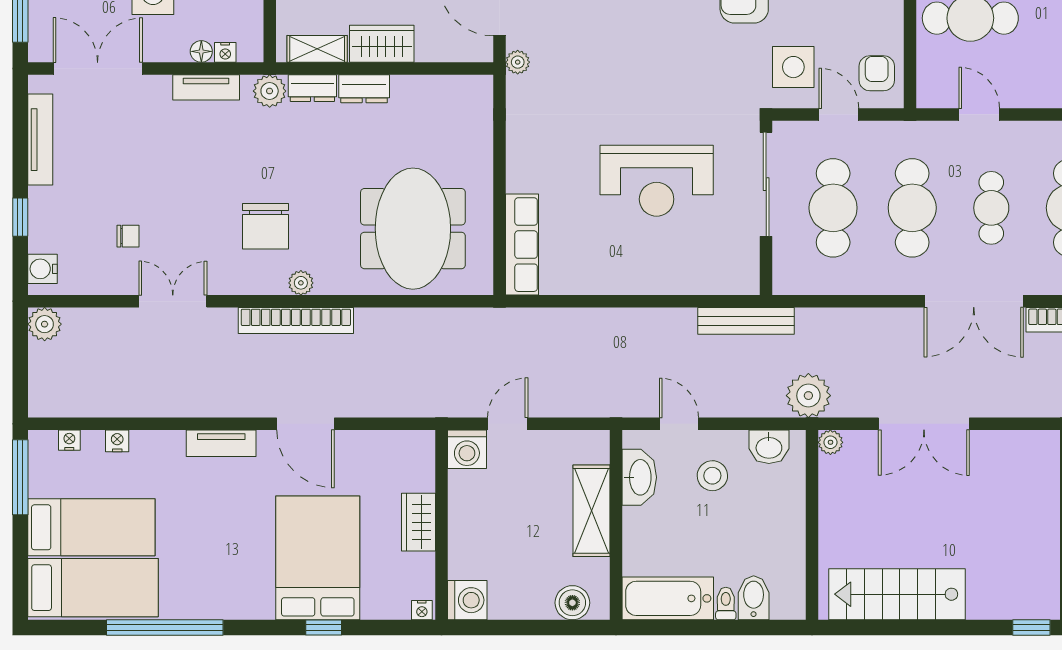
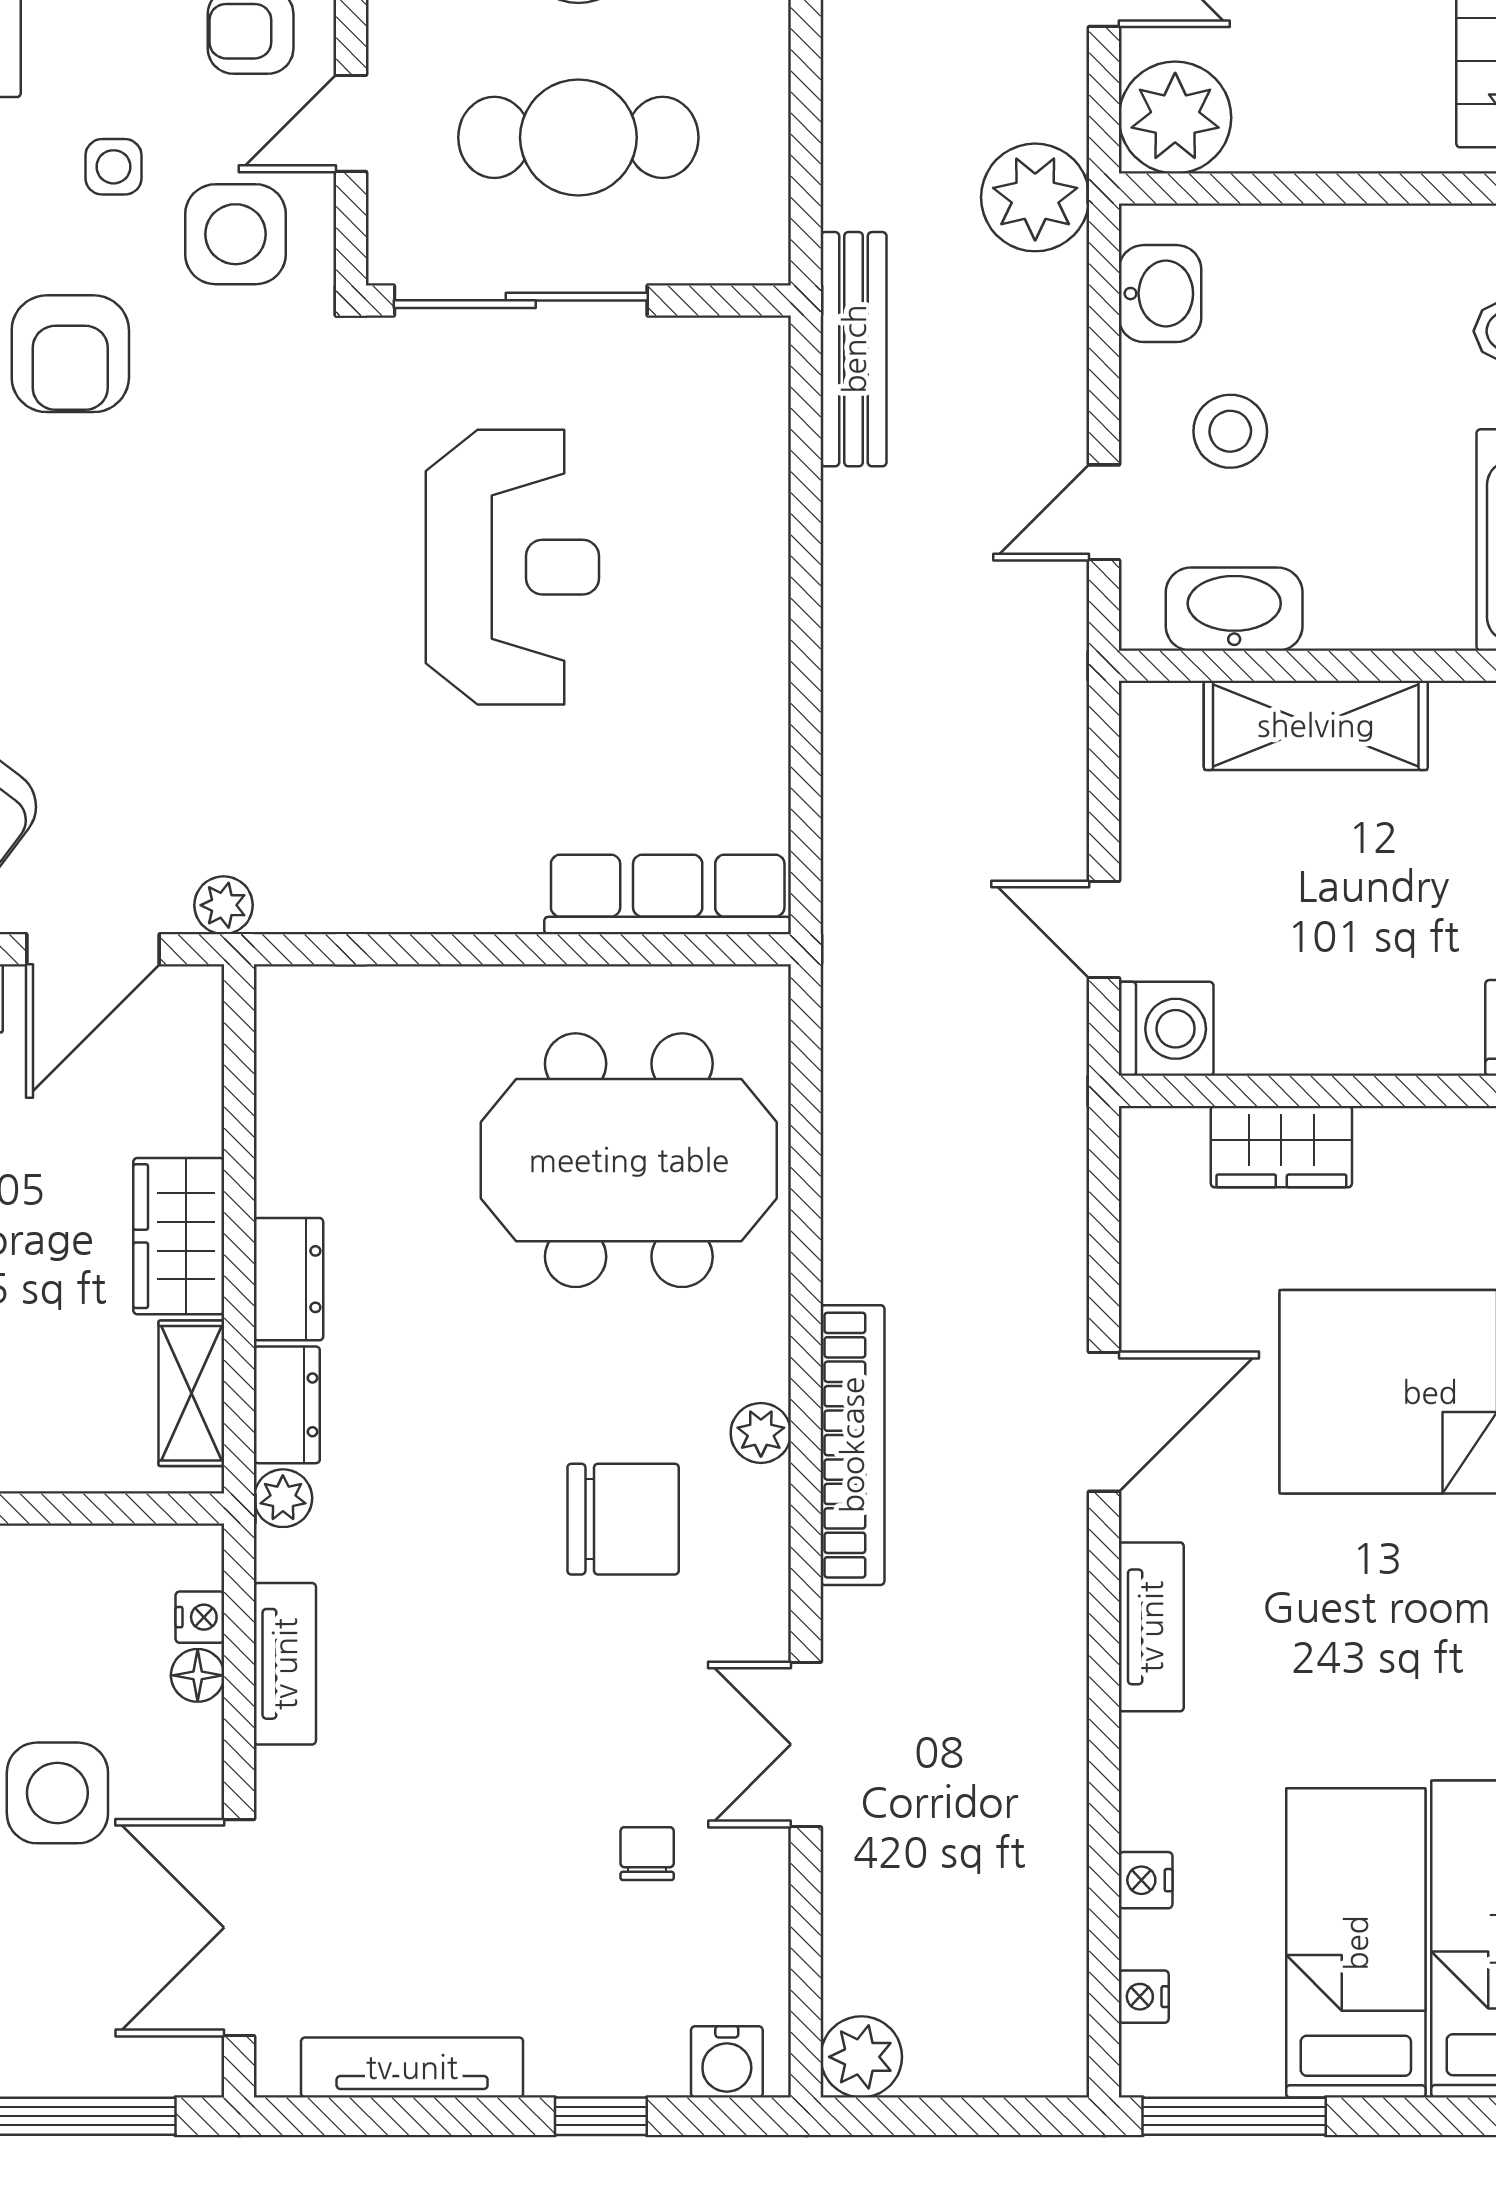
side table: (821, 17) -> (113, 167), added
plant: (270, 91) -> (283, 1498), width x0.73, depth x0.73
plant: (830, 442) -> (1175, 118), width x1.88, depth x1.88
wardrobe: (419, 522) -> (1281, 1147), moved

